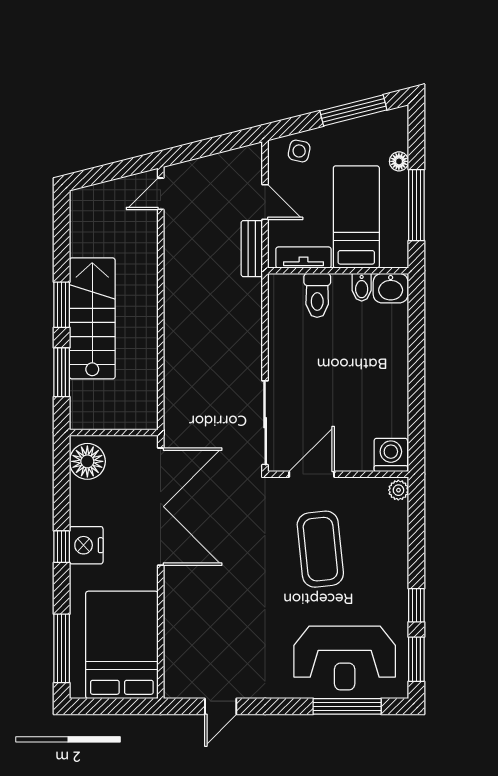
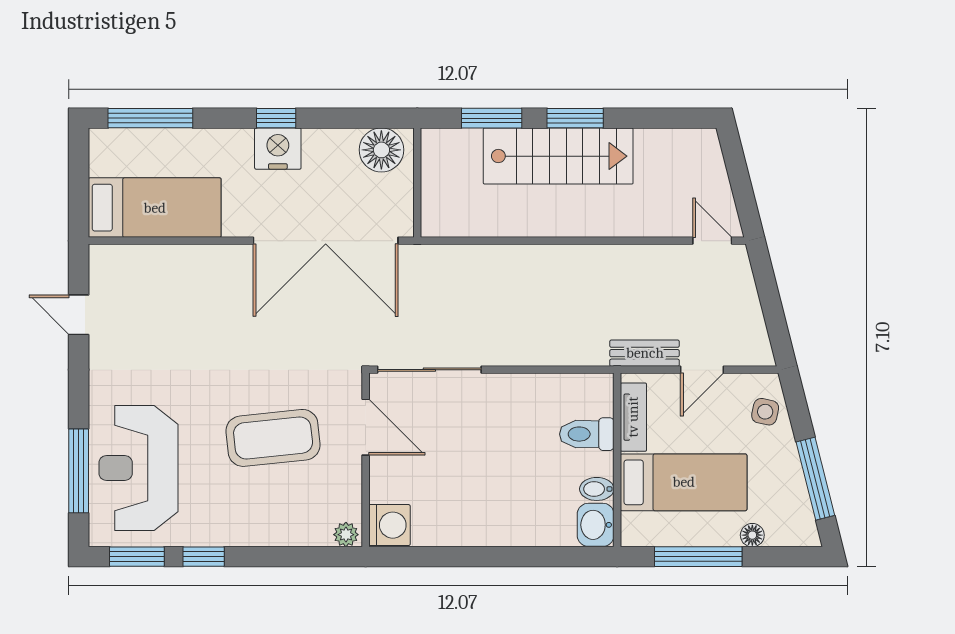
bed: (122, 645) -> (155, 208), width x0.67

